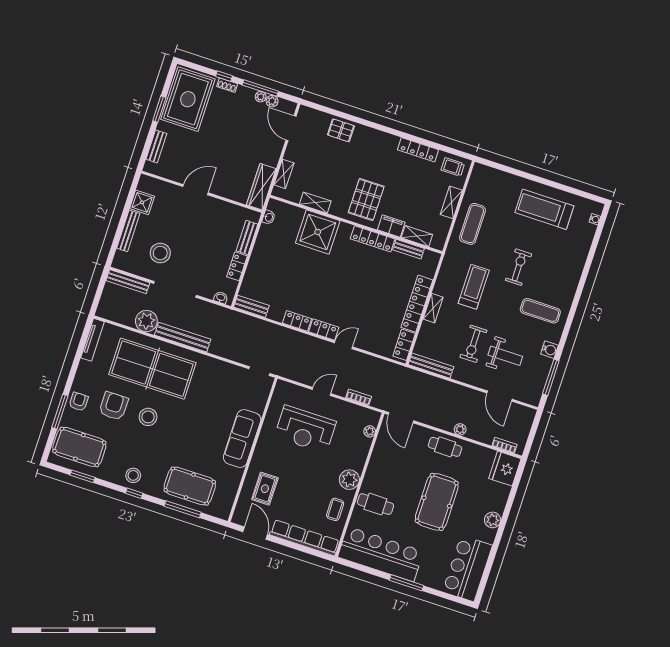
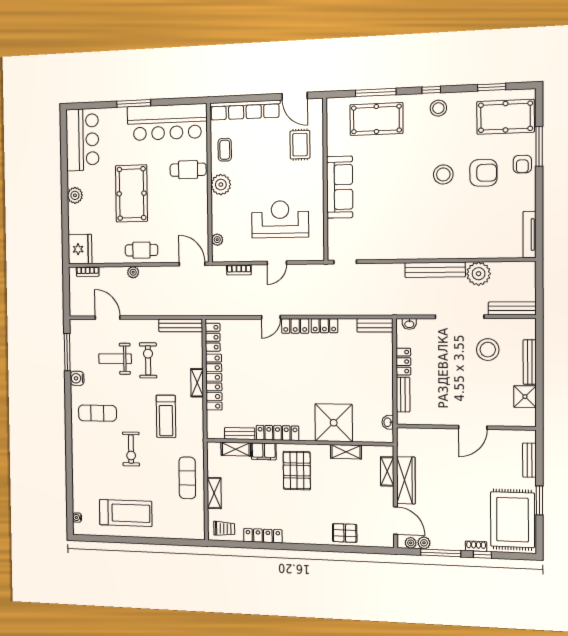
plant: (261, 97) -> (411, 543), moved
wardrobe: (261, 187) -> (406, 480), moved
table tennis table: (152, 369) -> (456, 226), removed
armchair: (114, 406) -> (483, 173), turned -90

